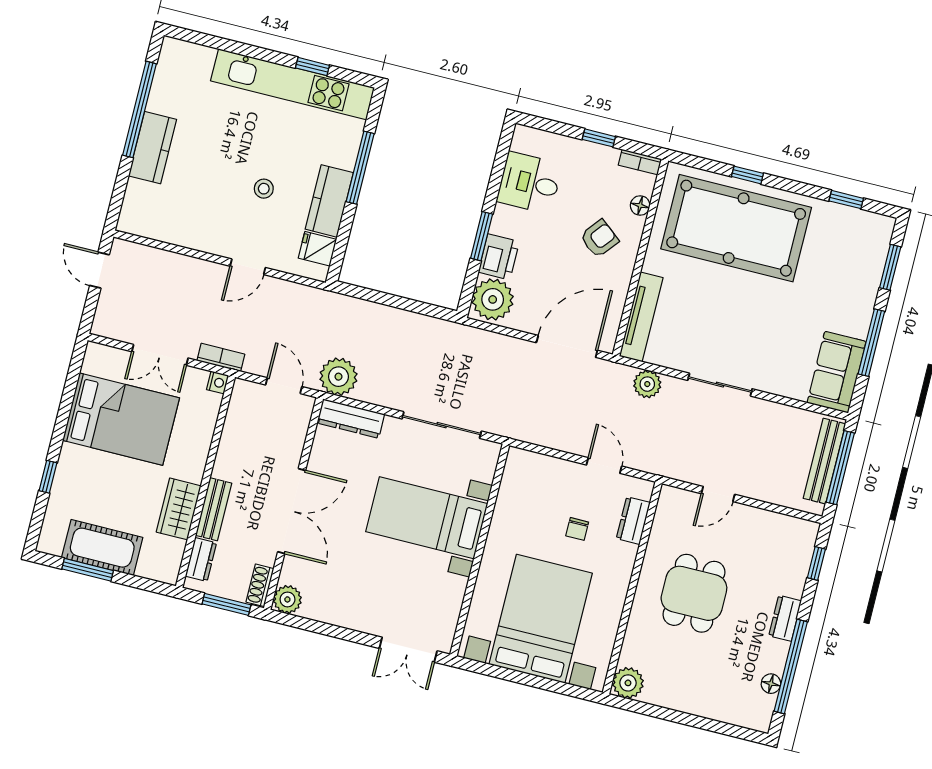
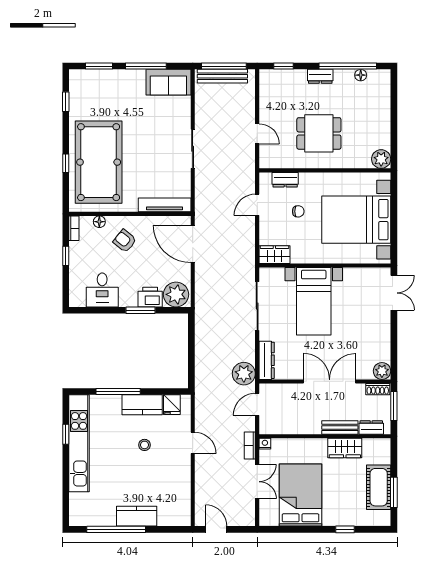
door: (99, 270) -> (216, 529), swing flipped
plant: (647, 384) -> (203, 191), removed
wardrobe: (517, 473) -> (274, 255), added

